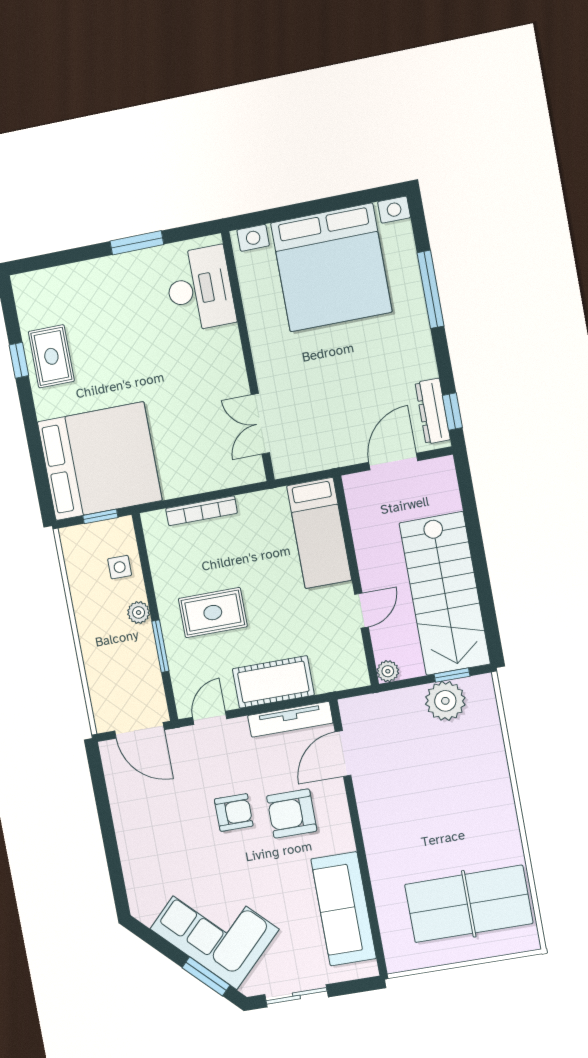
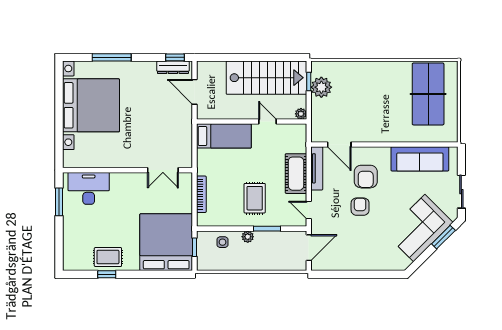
desk: (200, 289) -> (89, 188), moved
wall: (248, 357) -> (128, 170), moved
double door: (260, 424) -> (163, 170), moved

